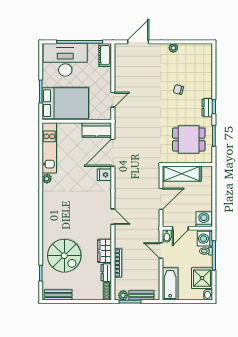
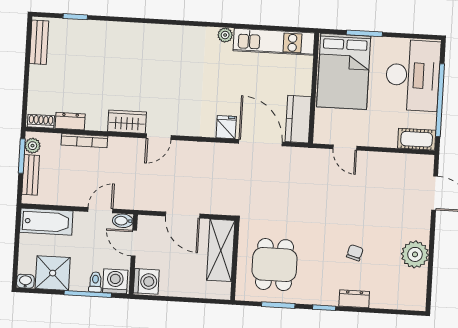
plant: (173, 48) -> (415, 254), width x1.88, depth x1.88
dresser: (207, 108) -> (354, 299), moved
wardrobe: (105, 251) -> (127, 122), moved
spiral stairs: (64, 256) -> (101, 56), removed

